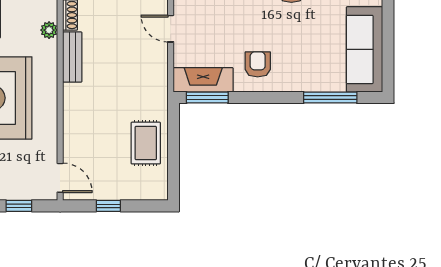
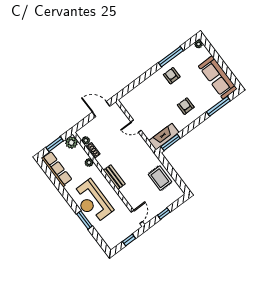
bench: (72, 57) -> (114, 177), moved
armchair: (258, 64) -> (186, 106), moved
door: (60, 178) -> (137, 217), hinge flipped

